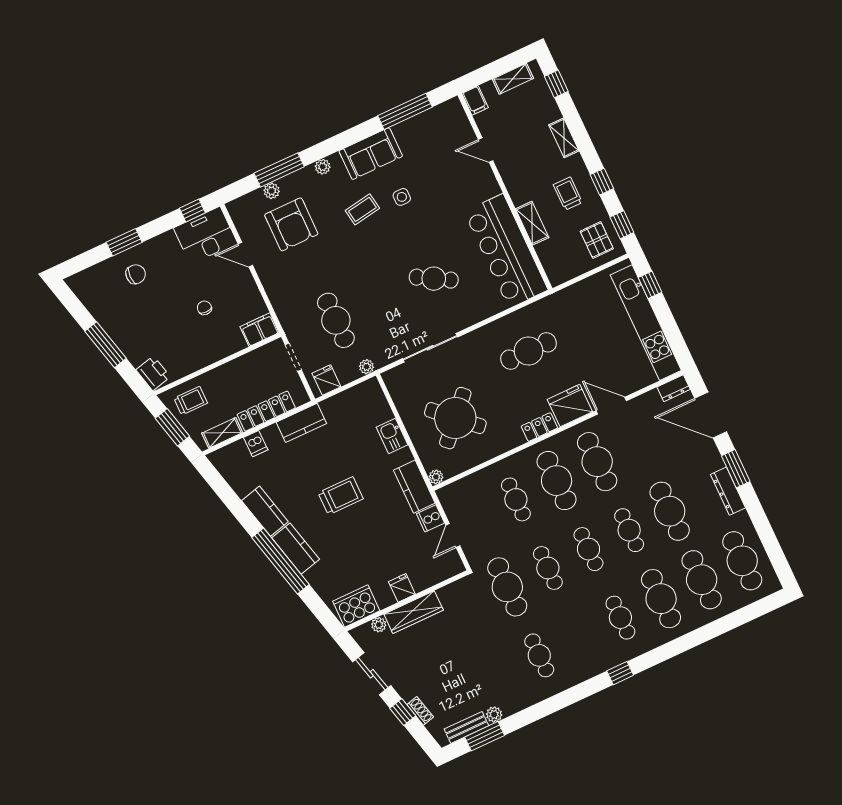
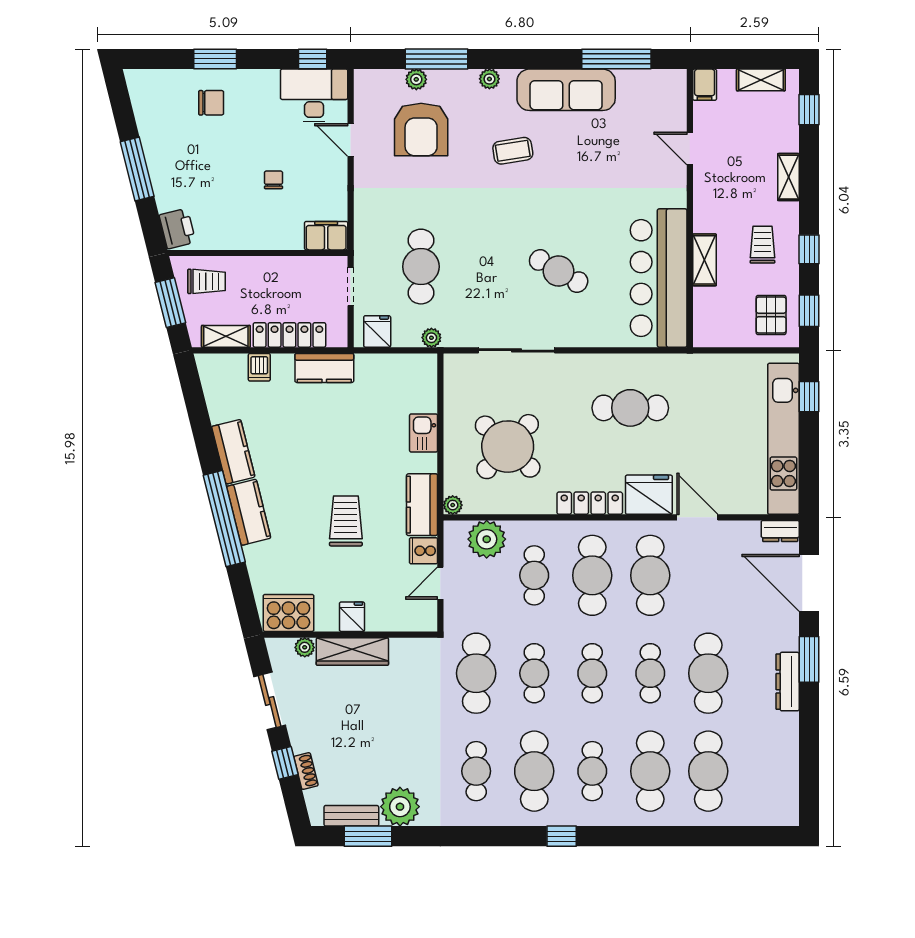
sofa: (371, 154) -> (566, 90), width x1.36
side table: (402, 197) -> (566, 158), removed
locker: (539, 427) -> (590, 503), width x1.53
plant: (471, 490) -> (487, 539), added
trolley: (341, 496) -> (346, 521), moved, turned -90
cafe table: (742, 561) -> (534, 771), moved
plant: (494, 714) -> (400, 807), width x1.88, depth x1.88

